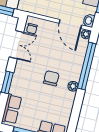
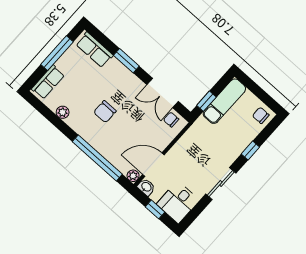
chair: (51, 78) -> (105, 112), turned 90
plant: (73, 86) -> (63, 112), moved

